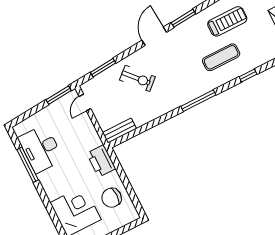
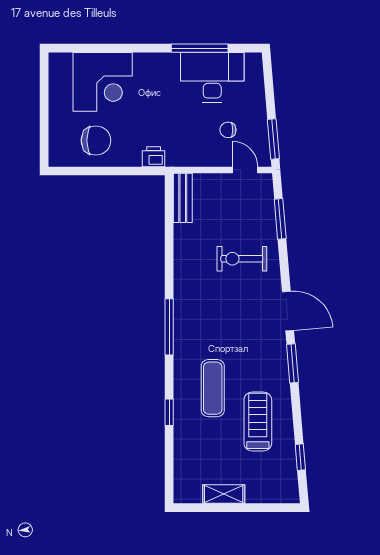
treadmill: (227, 21) -> (258, 422), turned 180
exercise bike: (137, 78) -> (242, 259), turned 42
chair: (67, 124) -> (228, 130), added
printer: (101, 161) -> (154, 157), width x0.53, depth x0.68
chair: (112, 198) -> (96, 140), turned 90

